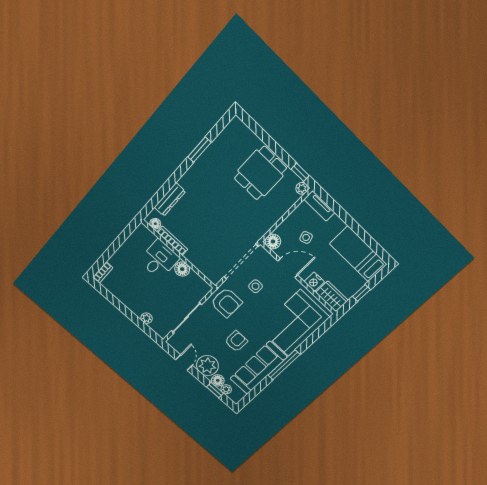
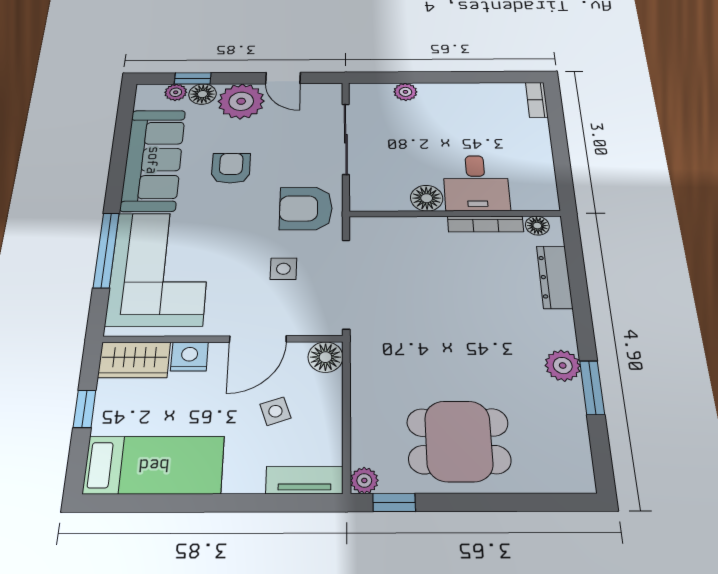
plant: (201, 166) -> (563, 366), added
dining table: (260, 173) -> (459, 441), turned 90
armchair: (236, 341) -> (231, 168), turned 180
window: (284, 365) -> (106, 250), moved

